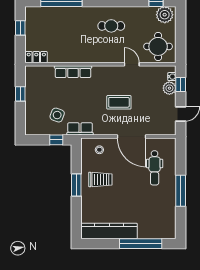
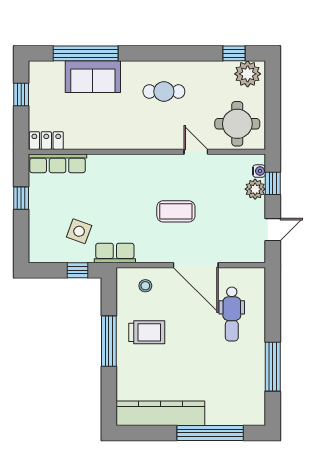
sofa: (66, 16) -> (93, 77), added
row of seats: (73, 72) -> (58, 163), moved
window: (76, 185) -> (109, 341), width x1.44
window: (181, 191) -> (273, 367), moved

